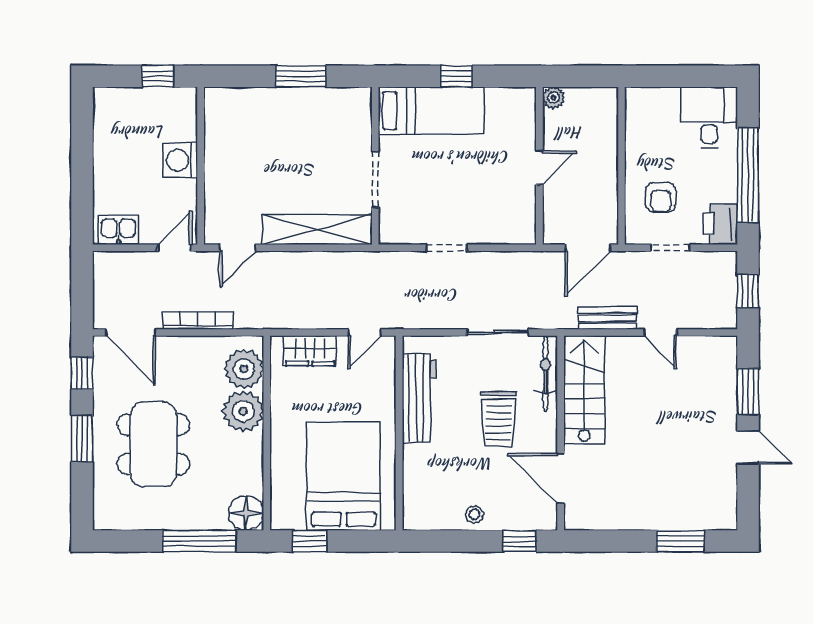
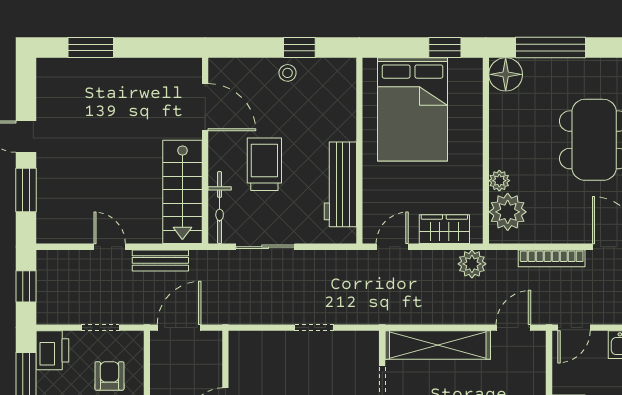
plant: (281, 315) -> (472, 264), added
plant: (243, 411) -> (499, 181), width x0.53, depth x0.53
window: (520, 541) -> (299, 47), moved

